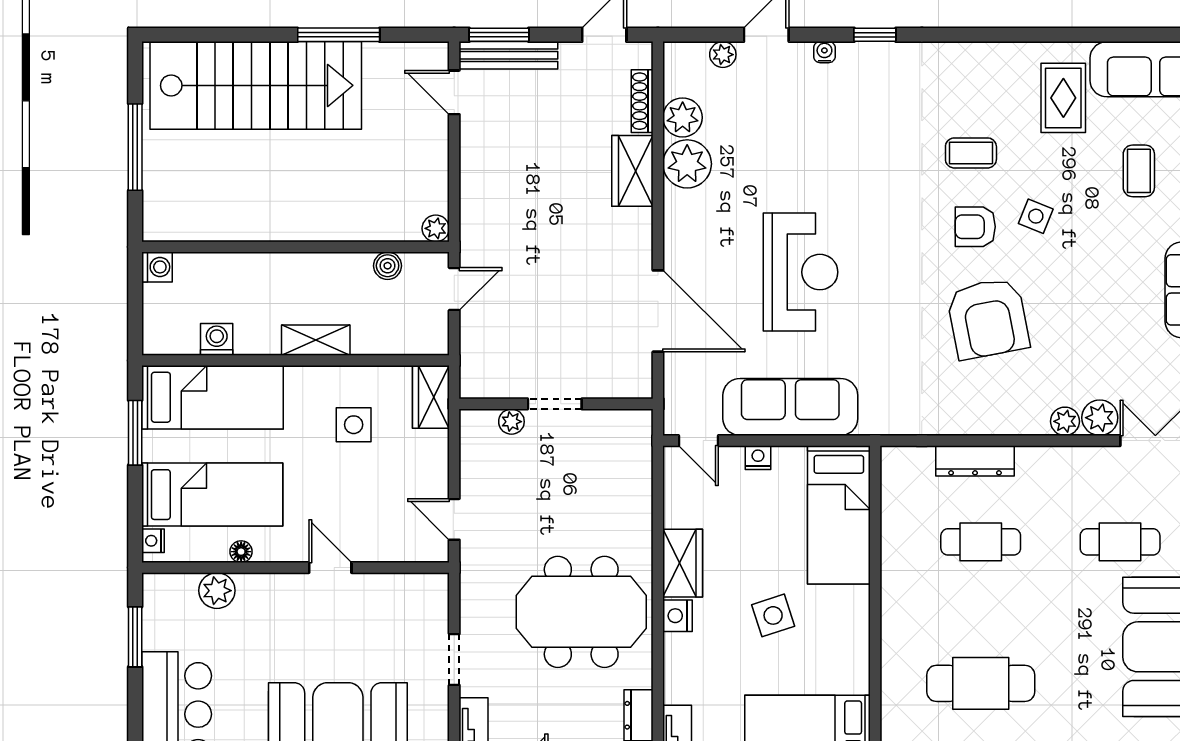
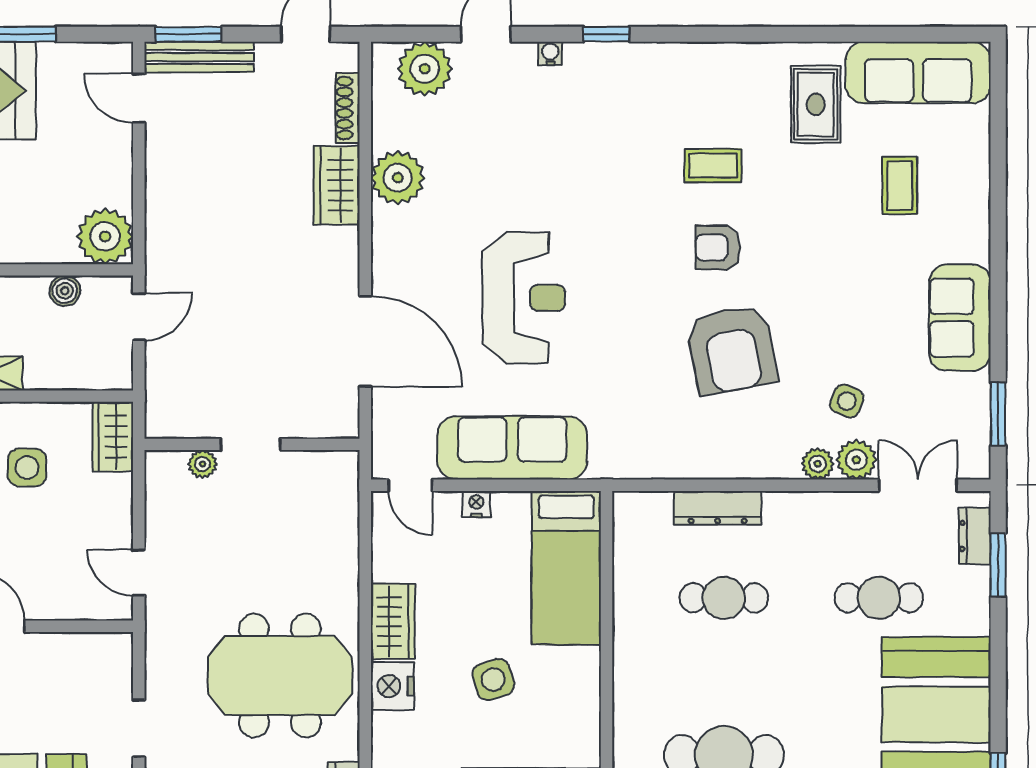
plant: (723, 55) -> (425, 69), width x1.87, depth x1.87
plant: (683, 117) -> (393, 126), removed
side table: (1036, 216) -> (847, 401), moved
plant: (436, 228) -> (105, 236), width x1.87, depth x1.87
nightstand: (678, 616) -> (392, 686), width x1.36, depth x1.33

